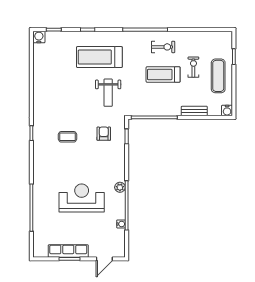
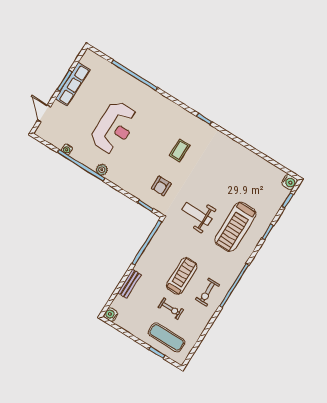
treadmill: (99, 57) -> (235, 227), turned 180
exercise mat: (218, 76) -> (167, 337), moved
armchair: (104, 134) -> (161, 186), turned 90

